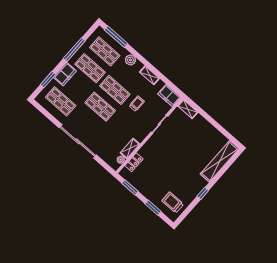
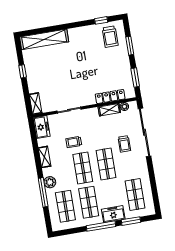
window: (116, 37) -> (43, 192), moved
window: (74, 50) -> (101, 226), moved
window: (216, 125) -> (23, 71), added
trolley: (99, 132) -> (124, 144), added
sliding door: (78, 141) -> (144, 132), moved
locker: (134, 162) -> (110, 96), width x1.53
window: (203, 193) -> (101, 20), moved

